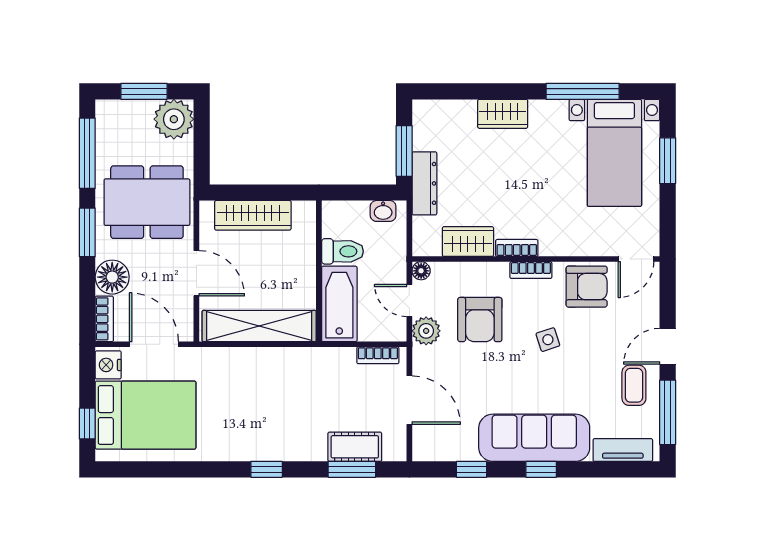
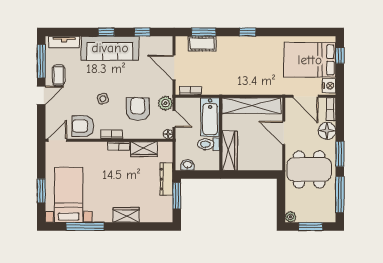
plant: (174, 119) -> (291, 217), width x0.53, depth x0.53
wardrobe: (253, 215) -> (230, 151), moved, turned 90

